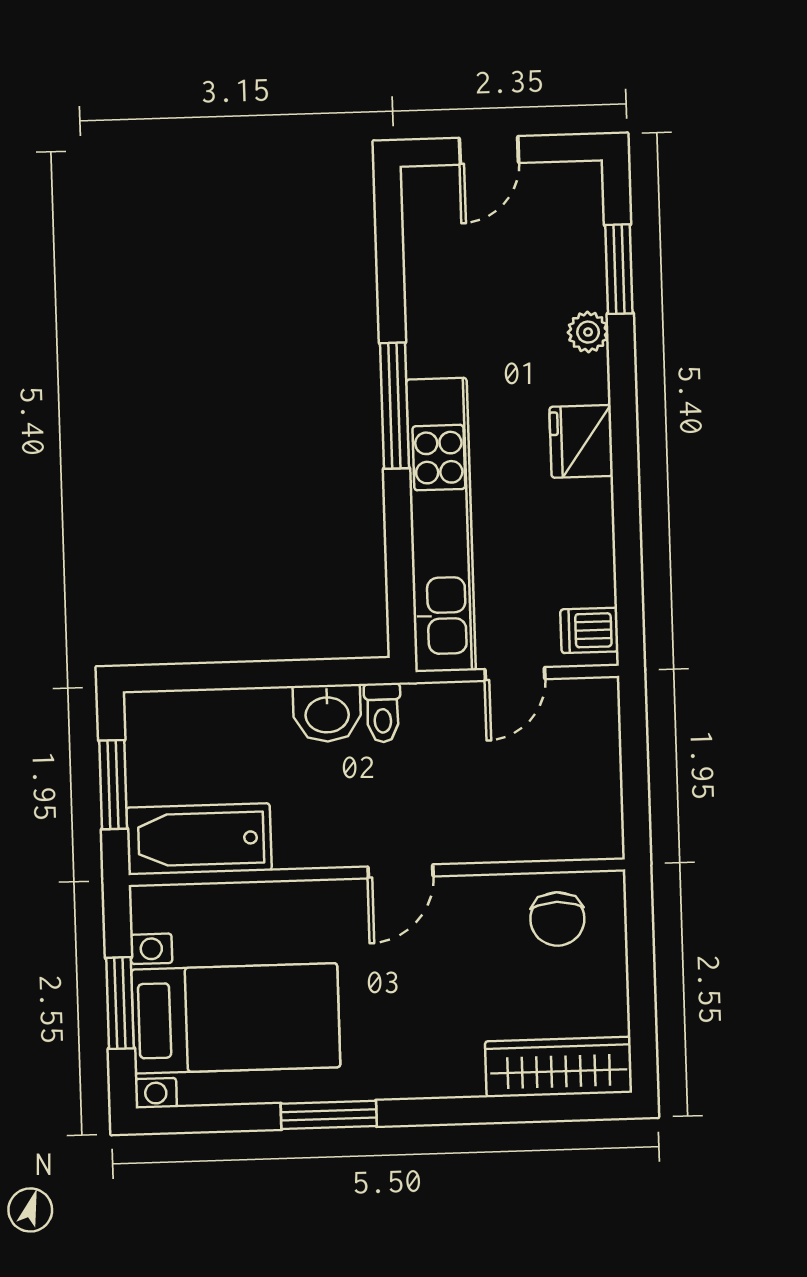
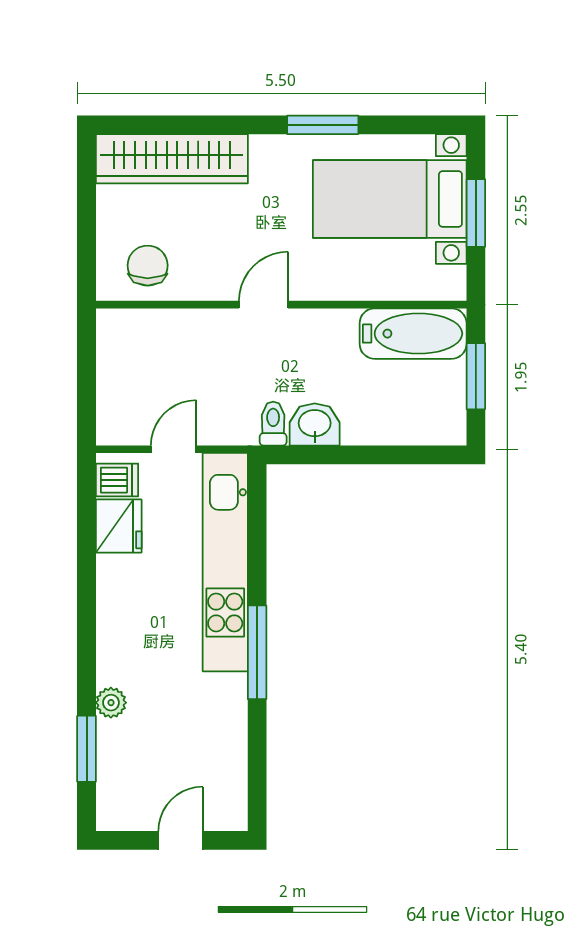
fridge: (581, 441) -> (119, 526), moved
wardrobe: (559, 1067) -> (172, 159), width x1.40, depth x1.17

